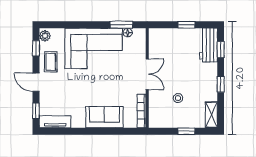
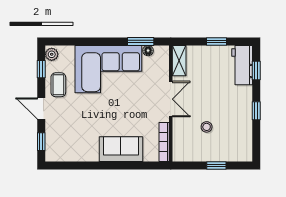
shelving: (211, 115) -> (179, 61), moved
tv unit: (55, 122) -> (64, 155), removed

